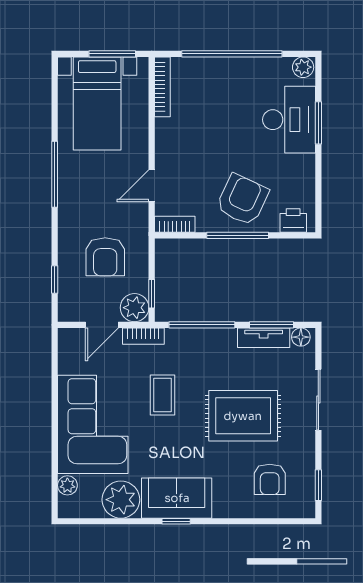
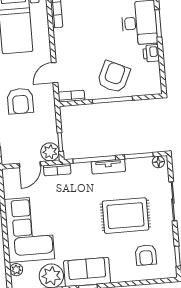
printer: (293, 220) -> (151, 53), moved, turned -90
armchair: (105, 257) -> (20, 101), moved
tv unit: (264, 338) -> (108, 167), moved
coffee table: (163, 395) -> (73, 207), removed

